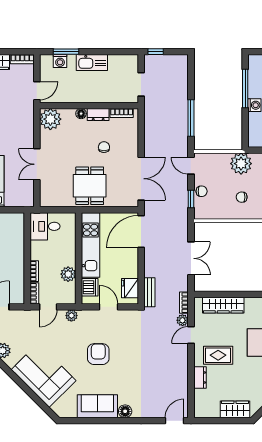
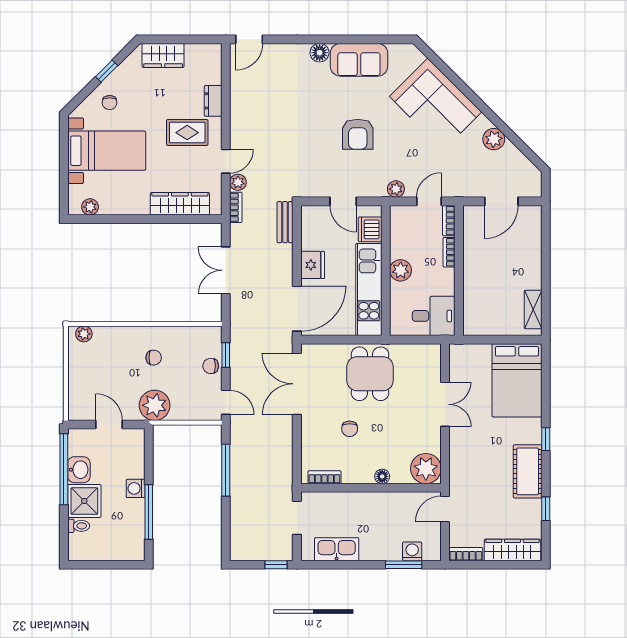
kitchen sink: (92, 62) -> (337, 549), moved
dresser: (98, 115) -> (358, 475), removed
plant: (68, 274) -> (401, 270), moved
fridge: (130, 288) -> (313, 265), moved

